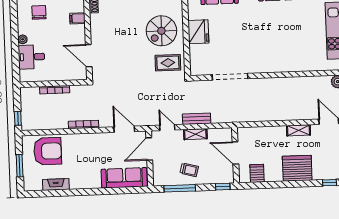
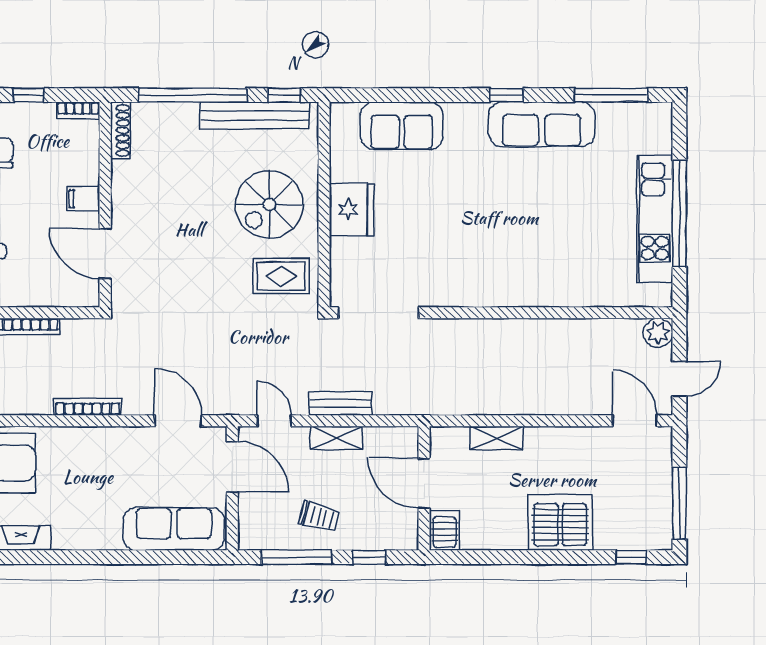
filing cabinet: (77, 18) -> (83, 199), moved
doorway: (230, 77) -> (378, 313), moved
shelving: (299, 130) -> (497, 438), moved
door: (149, 149) -> (232, 467), swing flipped
server rack: (257, 173) -> (445, 530), moved
window: (223, 187) -> (369, 557), moved

